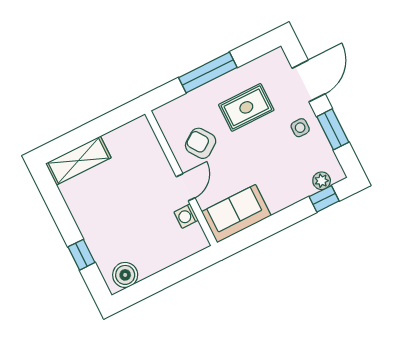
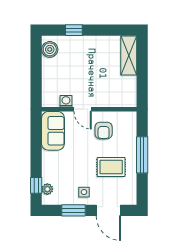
rug: (246, 107) -> (111, 167), turned 90
armchair: (201, 143) -> (104, 130), turned 125

